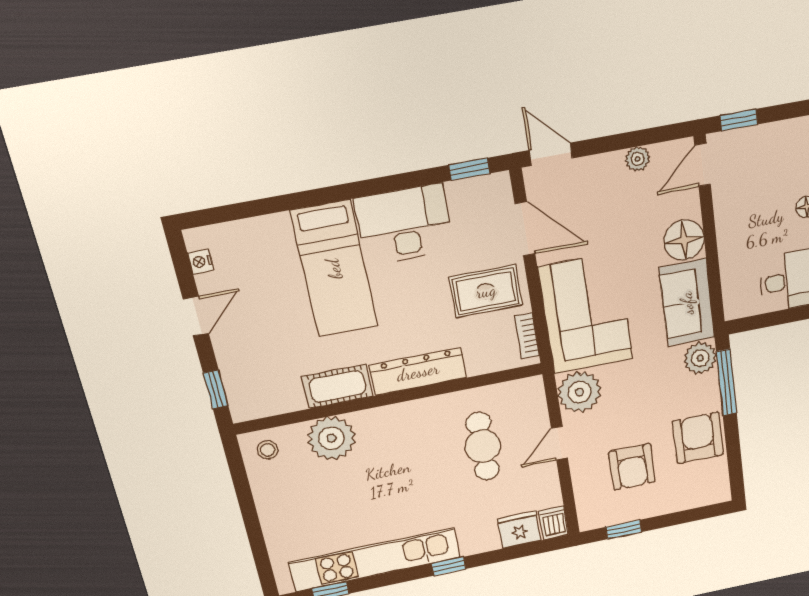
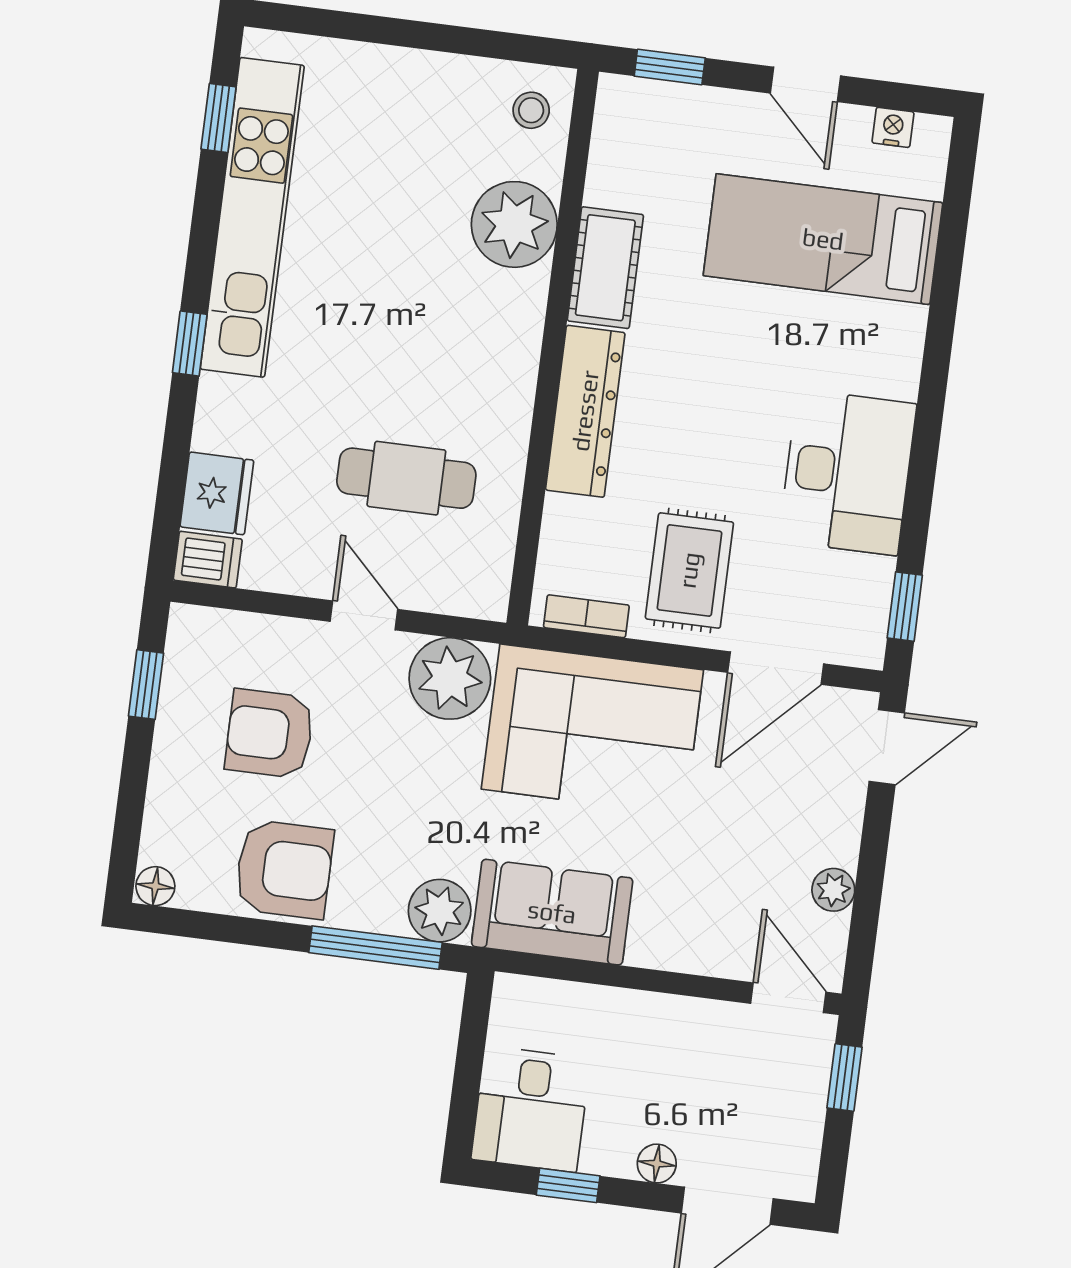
floor lamp: (684, 240) -> (155, 886), moved, width x0.53, depth x0.53
bed: (334, 269) -> (823, 239), moved

